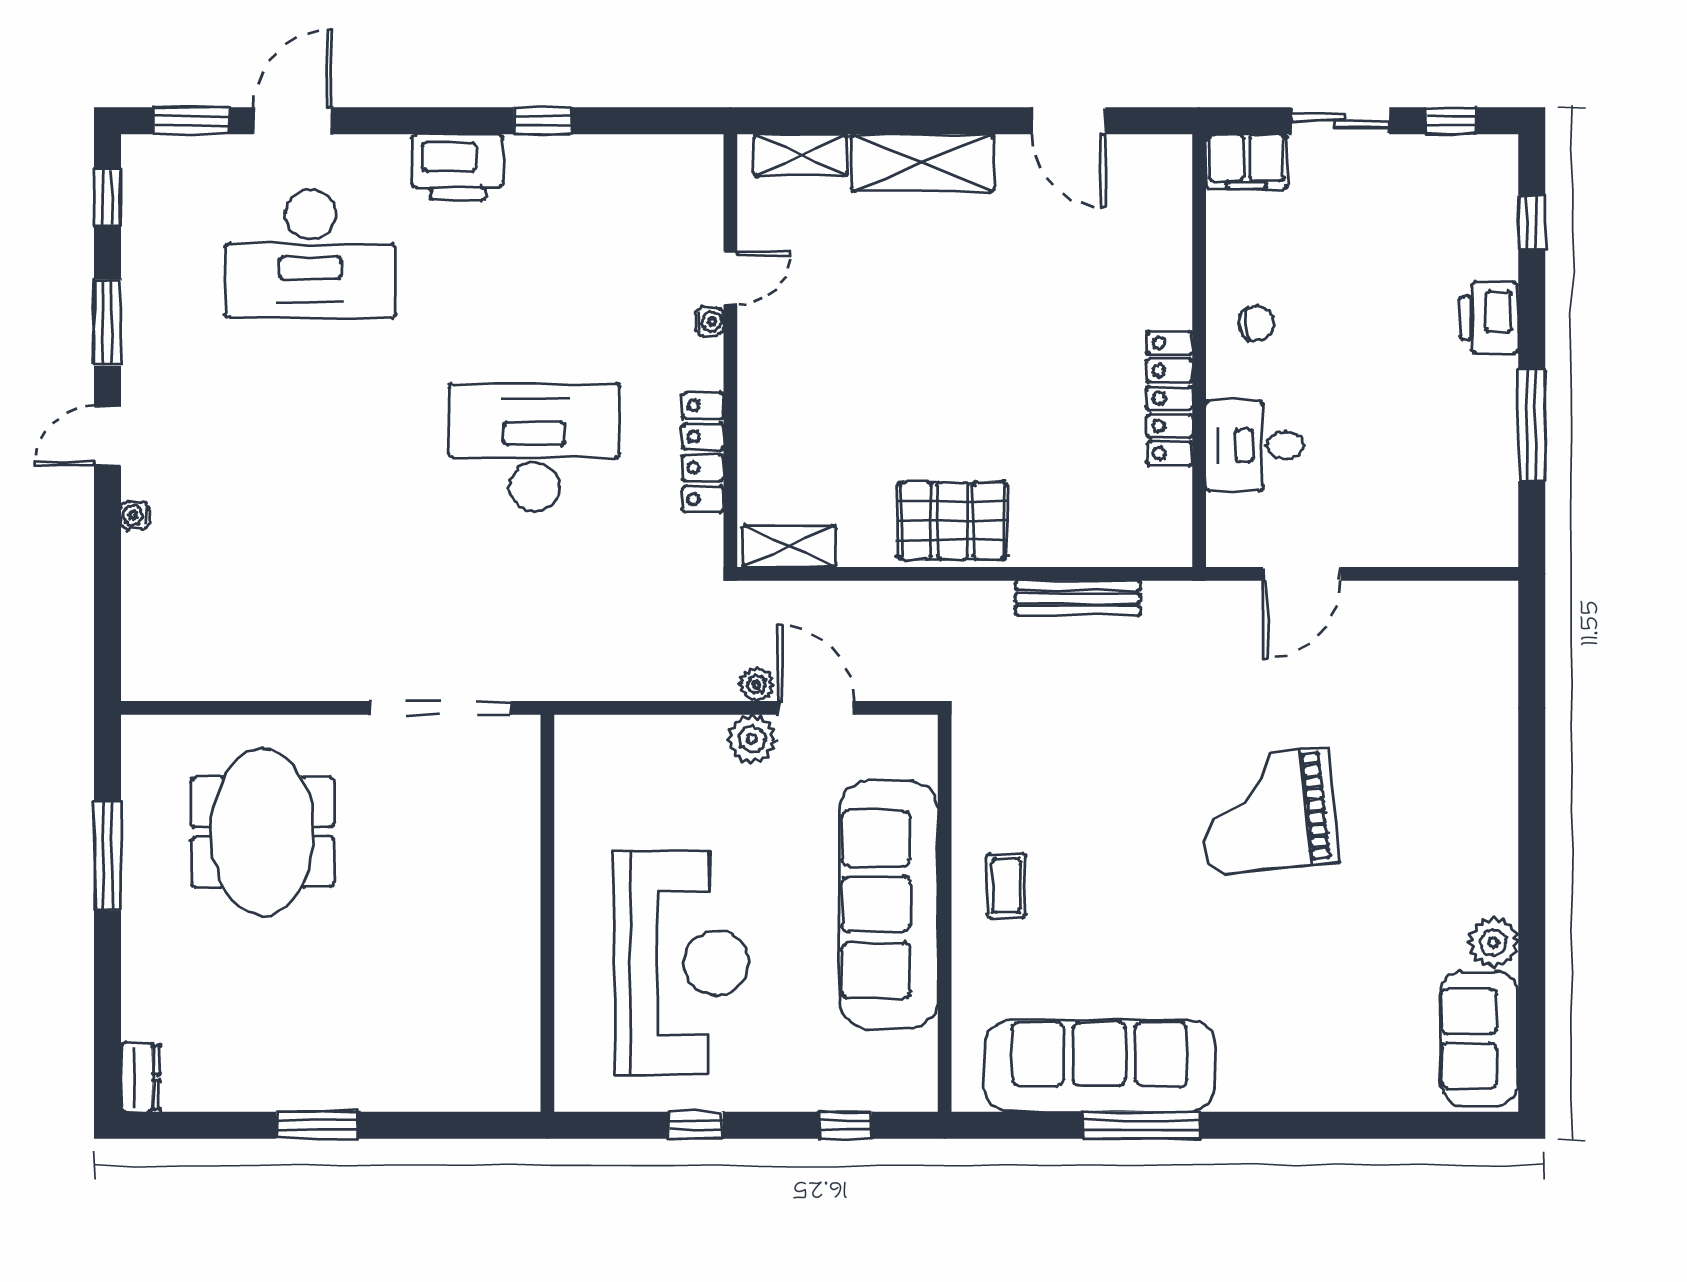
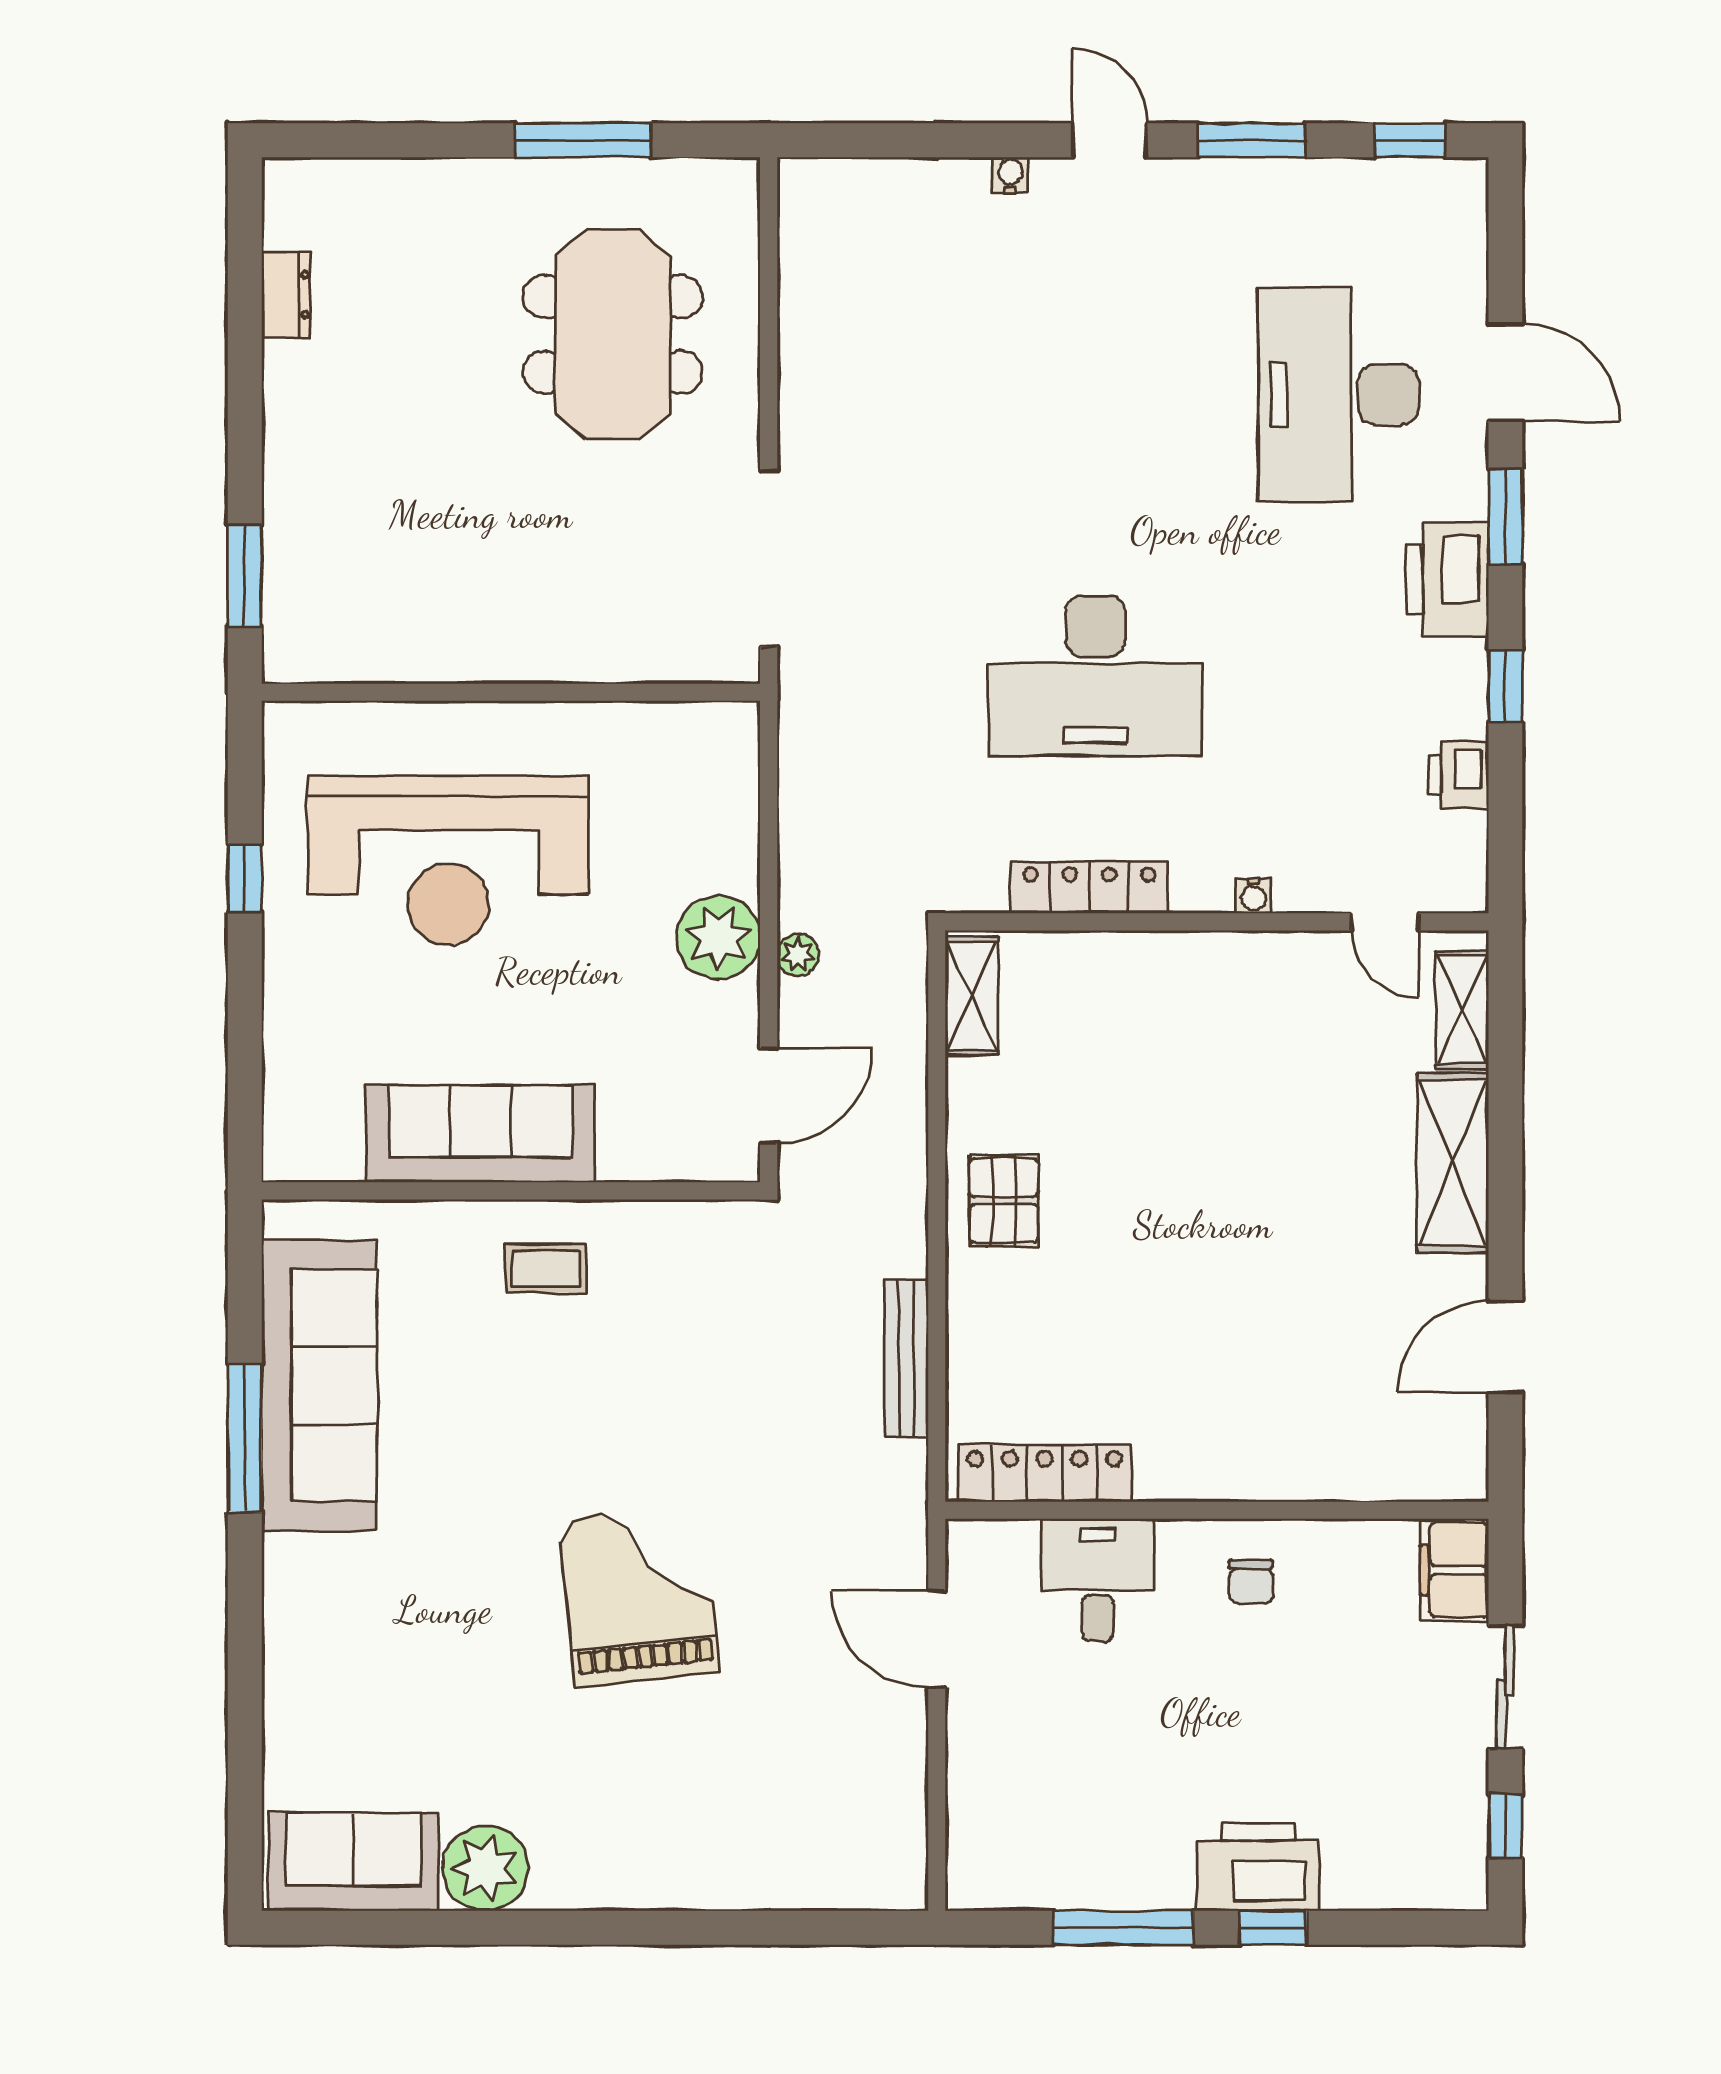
window: (191, 121) -> (1505, 517), moved
printer: (613, 158) -> (1459, 775), added
window: (1532, 222) -> (1273, 1928), moved
door: (730, 278) -> (1385, 922), moved
printer: (1489, 318) -> (1258, 1867), width x1.37, depth x1.19
locker: (1170, 398) -> (1045, 1473), moved
desk: (534, 447) -> (1095, 676), turned 90
pallet: (952, 521) -> (1004, 1201), width x0.67, depth x0.71
door: (816, 708) -> (769, 1096), moved
plant: (752, 739) -> (718, 937), width x1.36, depth x1.36
meeting table: (262, 832) -> (613, 334), turned 90
sofa: (889, 904) -> (481, 1134), width x0.74, depth x0.79
plant: (1493, 942) -> (486, 1868), width x1.36, depth x1.36
dresser: (140, 1077) -> (286, 295), moved, turned -90
window: (317, 1125) -> (245, 575), moved
window: (845, 1125) -> (245, 1066), removed

